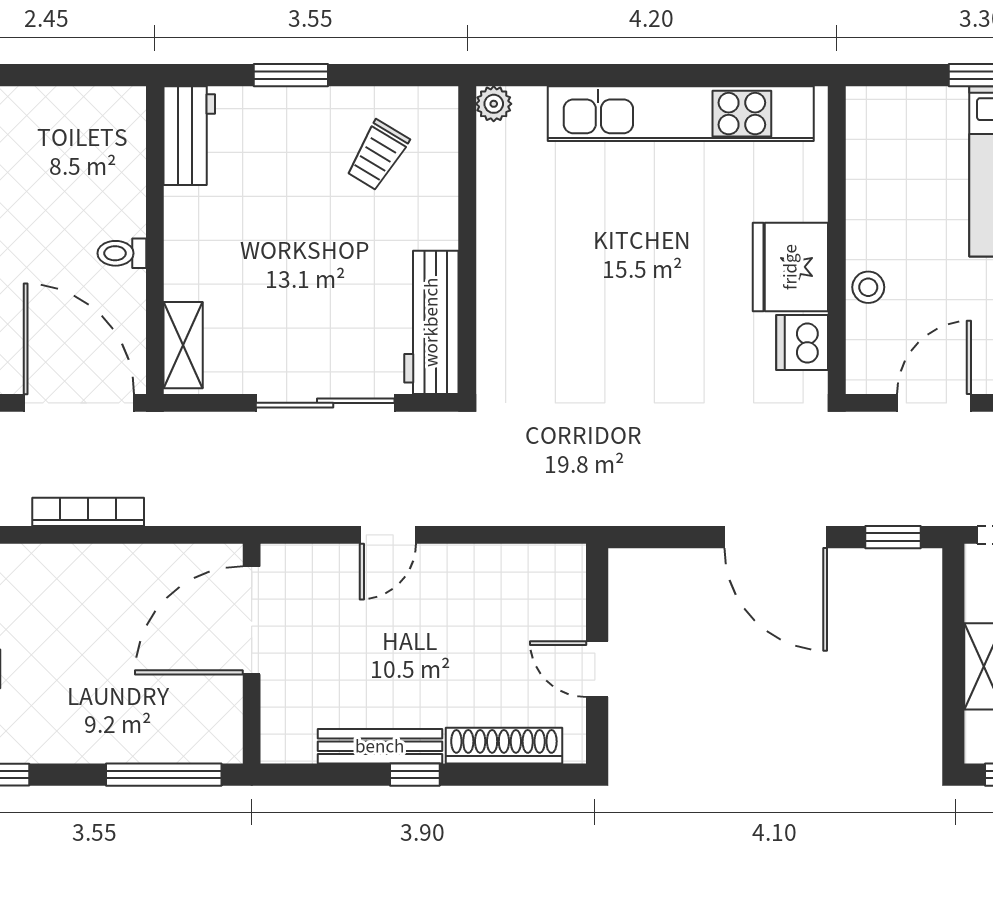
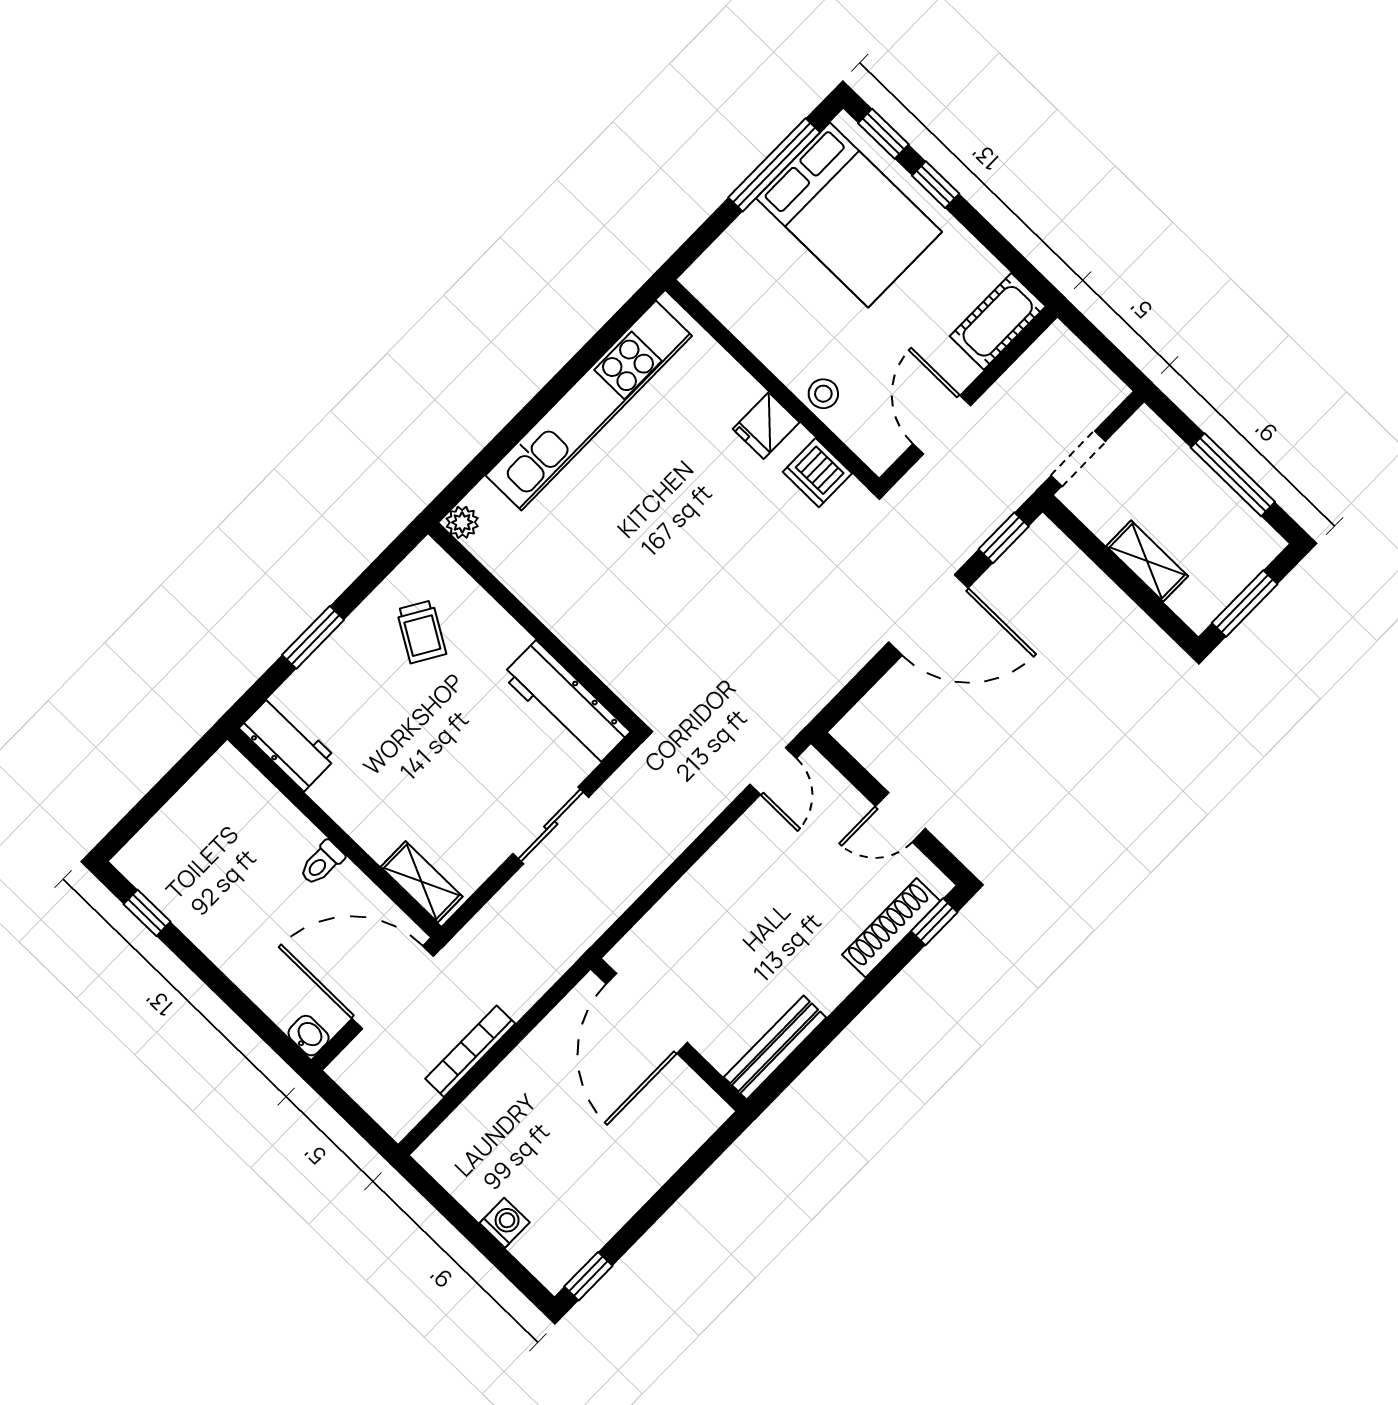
fridge: (790, 267) -> (766, 426), width x0.53, depth x0.75
sliding door: (325, 403) -> (551, 825), width x0.73
door: (388, 535) -> (773, 771), moved
bench: (380, 746) -> (775, 1047), moved
window: (164, 775) -> (692, 1170), removed
window: (415, 775) -> (934, 922), moved

